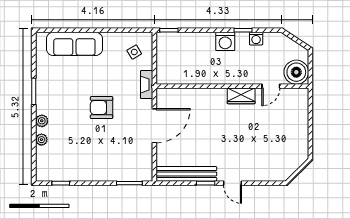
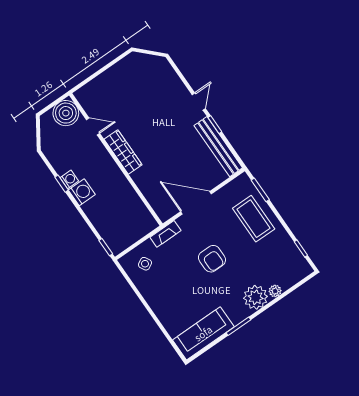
washing machine: (256, 39) -> (69, 179), moved
sofa: (74, 44) -> (203, 333), moved, turned -90
wardrobe: (241, 96) -> (123, 152), width x1.50
plant: (42, 121) -> (256, 297), width x1.87, depth x1.87
coffee table: (110, 162) -> (254, 219), added

